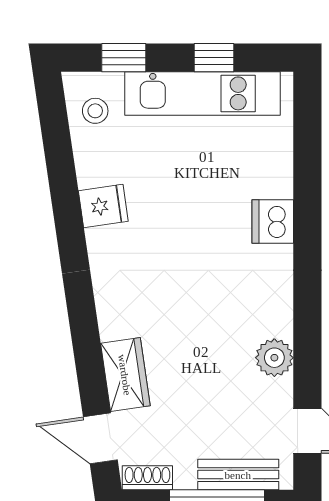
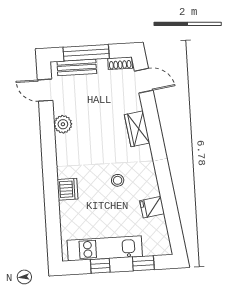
stool: (95, 111) -> (118, 180), moved
fridge: (103, 206) -> (152, 207), moved
wardrobe: (125, 375) -> (137, 129), moved

